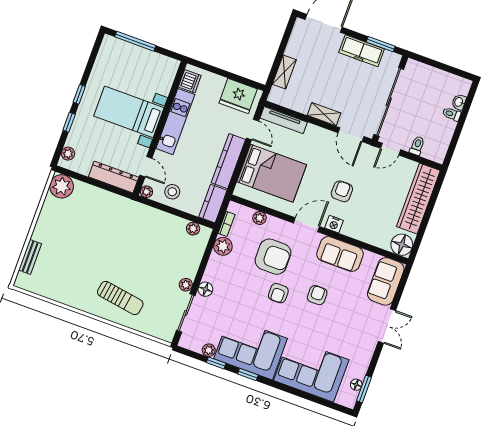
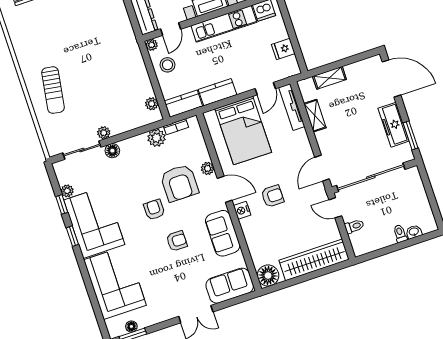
fridge: (238, 96) -> (283, 49), width x0.53, depth x0.75
shelving: (324, 114) -> (315, 116), moved
kitchen counter: (228, 161) -> (217, 92), width x0.67
plant: (260, 218) -> (208, 168), moved
armchair: (278, 293) -> (154, 210), turned 90

